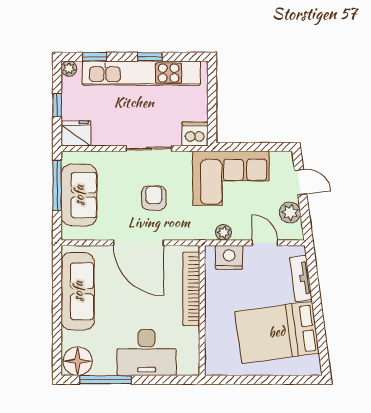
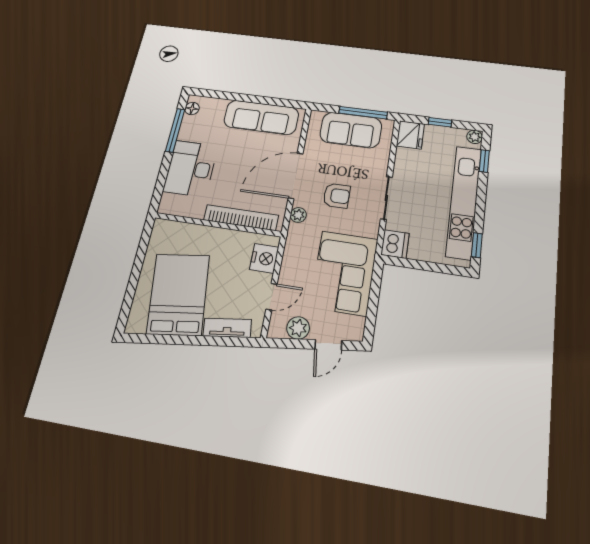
window: (150, 57) -> (477, 245), moved
plant: (224, 232) -> (298, 215), moved
floor lamp: (78, 361) -> (192, 108), width x0.53, depth x0.53

